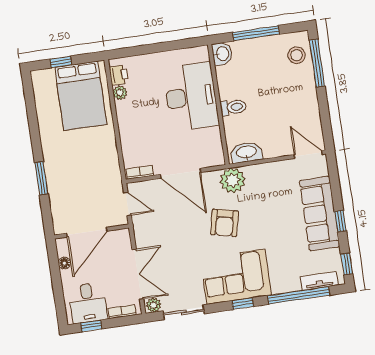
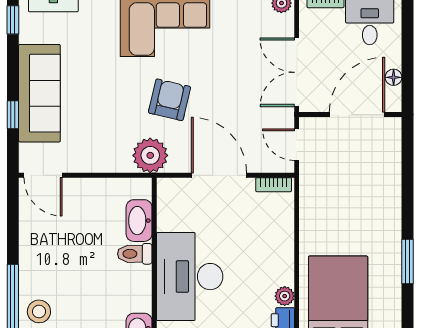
washbasin: (246, 152) -> (139, 221), moved, turned 90
window: (41, 178) -> (408, 262), moved
window: (340, 221) -> (13, 115), moved
double door: (138, 274) -> (297, 72), moved

